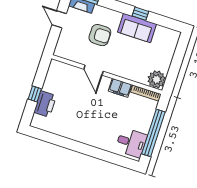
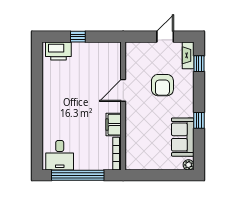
sofa: (137, 28) -> (183, 137), moved
plant: (157, 80) -> (188, 165), moved, width x0.53, depth x0.53
printer: (45, 104) -> (58, 51), moved

